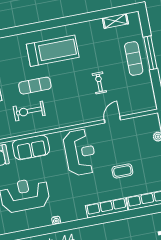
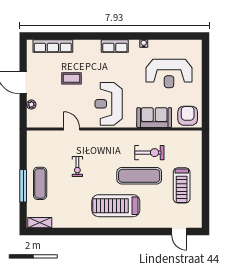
shelving: (115, 21) -> (40, 223), moved
exercise mat: (35, 86) -> (139, 176), width x1.36, depth x1.45
door: (112, 120) -> (72, 129), swing flipped
row of seats: (107, 208) -> (115, 46), moved, width x0.68

